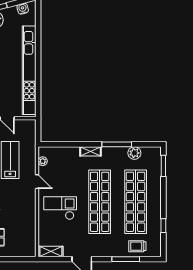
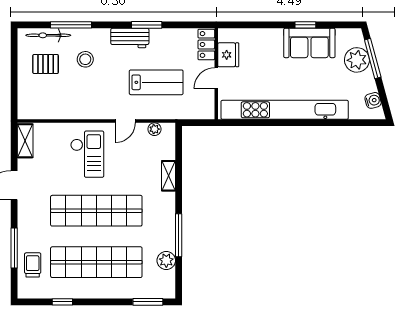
shelving: (91, 151) -> (169, 176), moved

